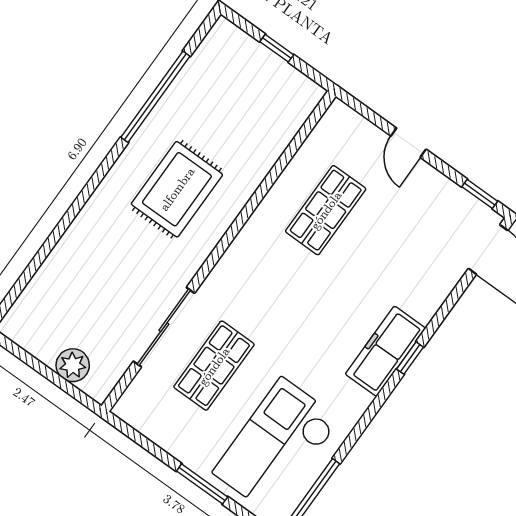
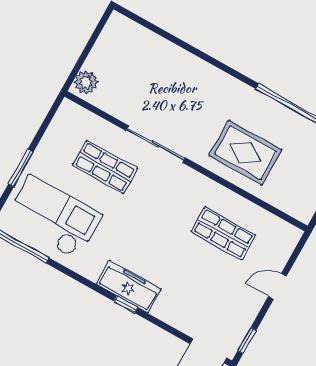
rug: (177, 189) -> (245, 153), moved
sliding door: (164, 327) -> (156, 144), moved
plant: (73, 365) -> (86, 82), moved

